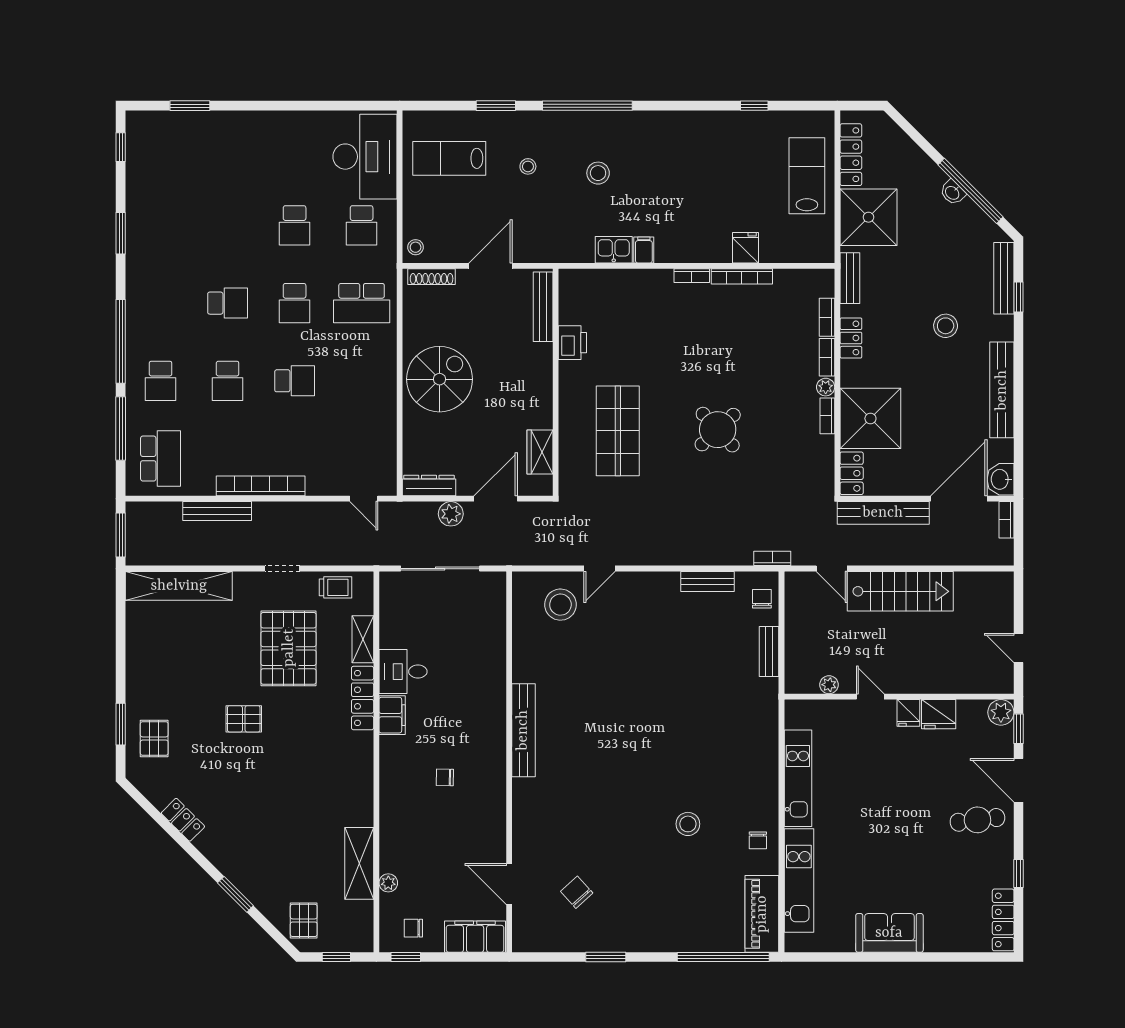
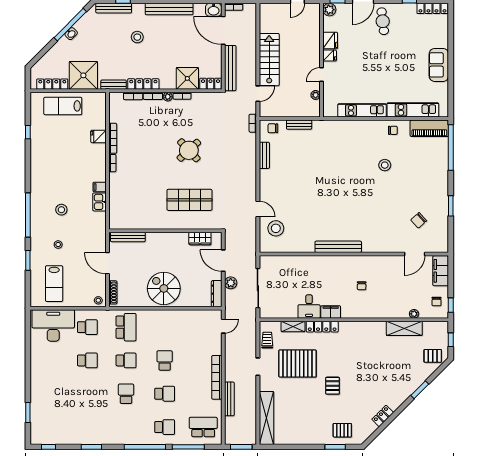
locker: (851, 338) -> (143, 84), width x1.53
printer: (572, 343) -> (146, 222), removed
shower: (870, 418) -> (187, 78), width x0.73, depth x0.73

